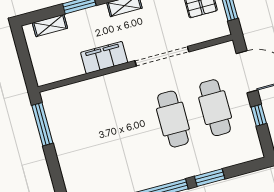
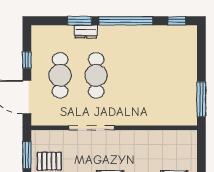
filing cabinet: (104, 58) -> (138, 139), removed
dresser: (199, 167) -> (86, 32), added

